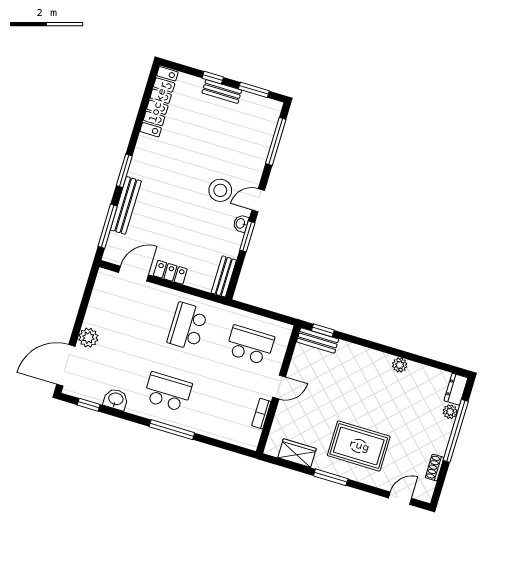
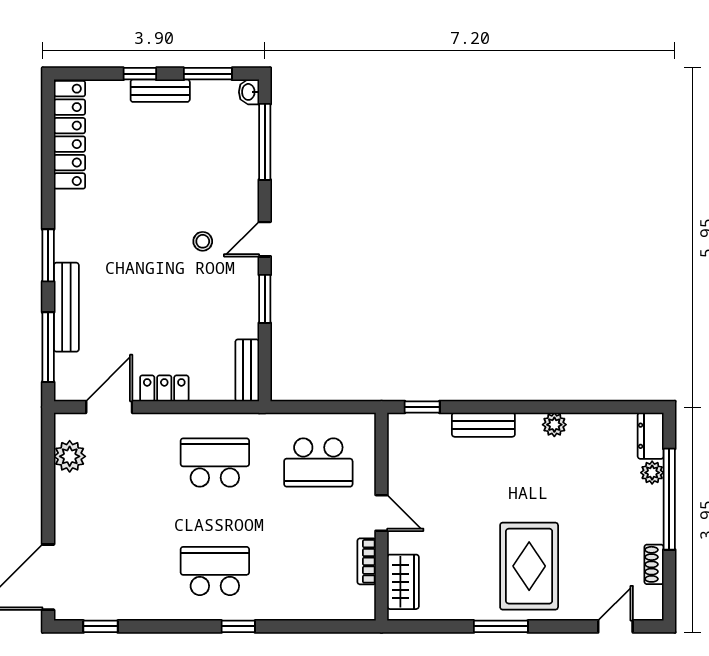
stool: (220, 190) -> (203, 241), width x0.53, depth x0.53
washbasin: (241, 223) -> (249, 92), moved
school desk: (187, 326) -> (215, 463), turned 90
plant: (88, 338) -> (70, 456), moved
bench: (318, 340) -> (483, 425), moved
school desk: (250, 345) -> (318, 463), turned 180
door: (279, 387) -> (382, 513), hinge flipped
washbasin: (116, 399) -> (139, 606), removed
window: (172, 430) -> (238, 626), width x0.46
rug: (359, 446) -> (529, 566), turned 90
wardrobe: (297, 453) -> (403, 582), moved, turned 90

